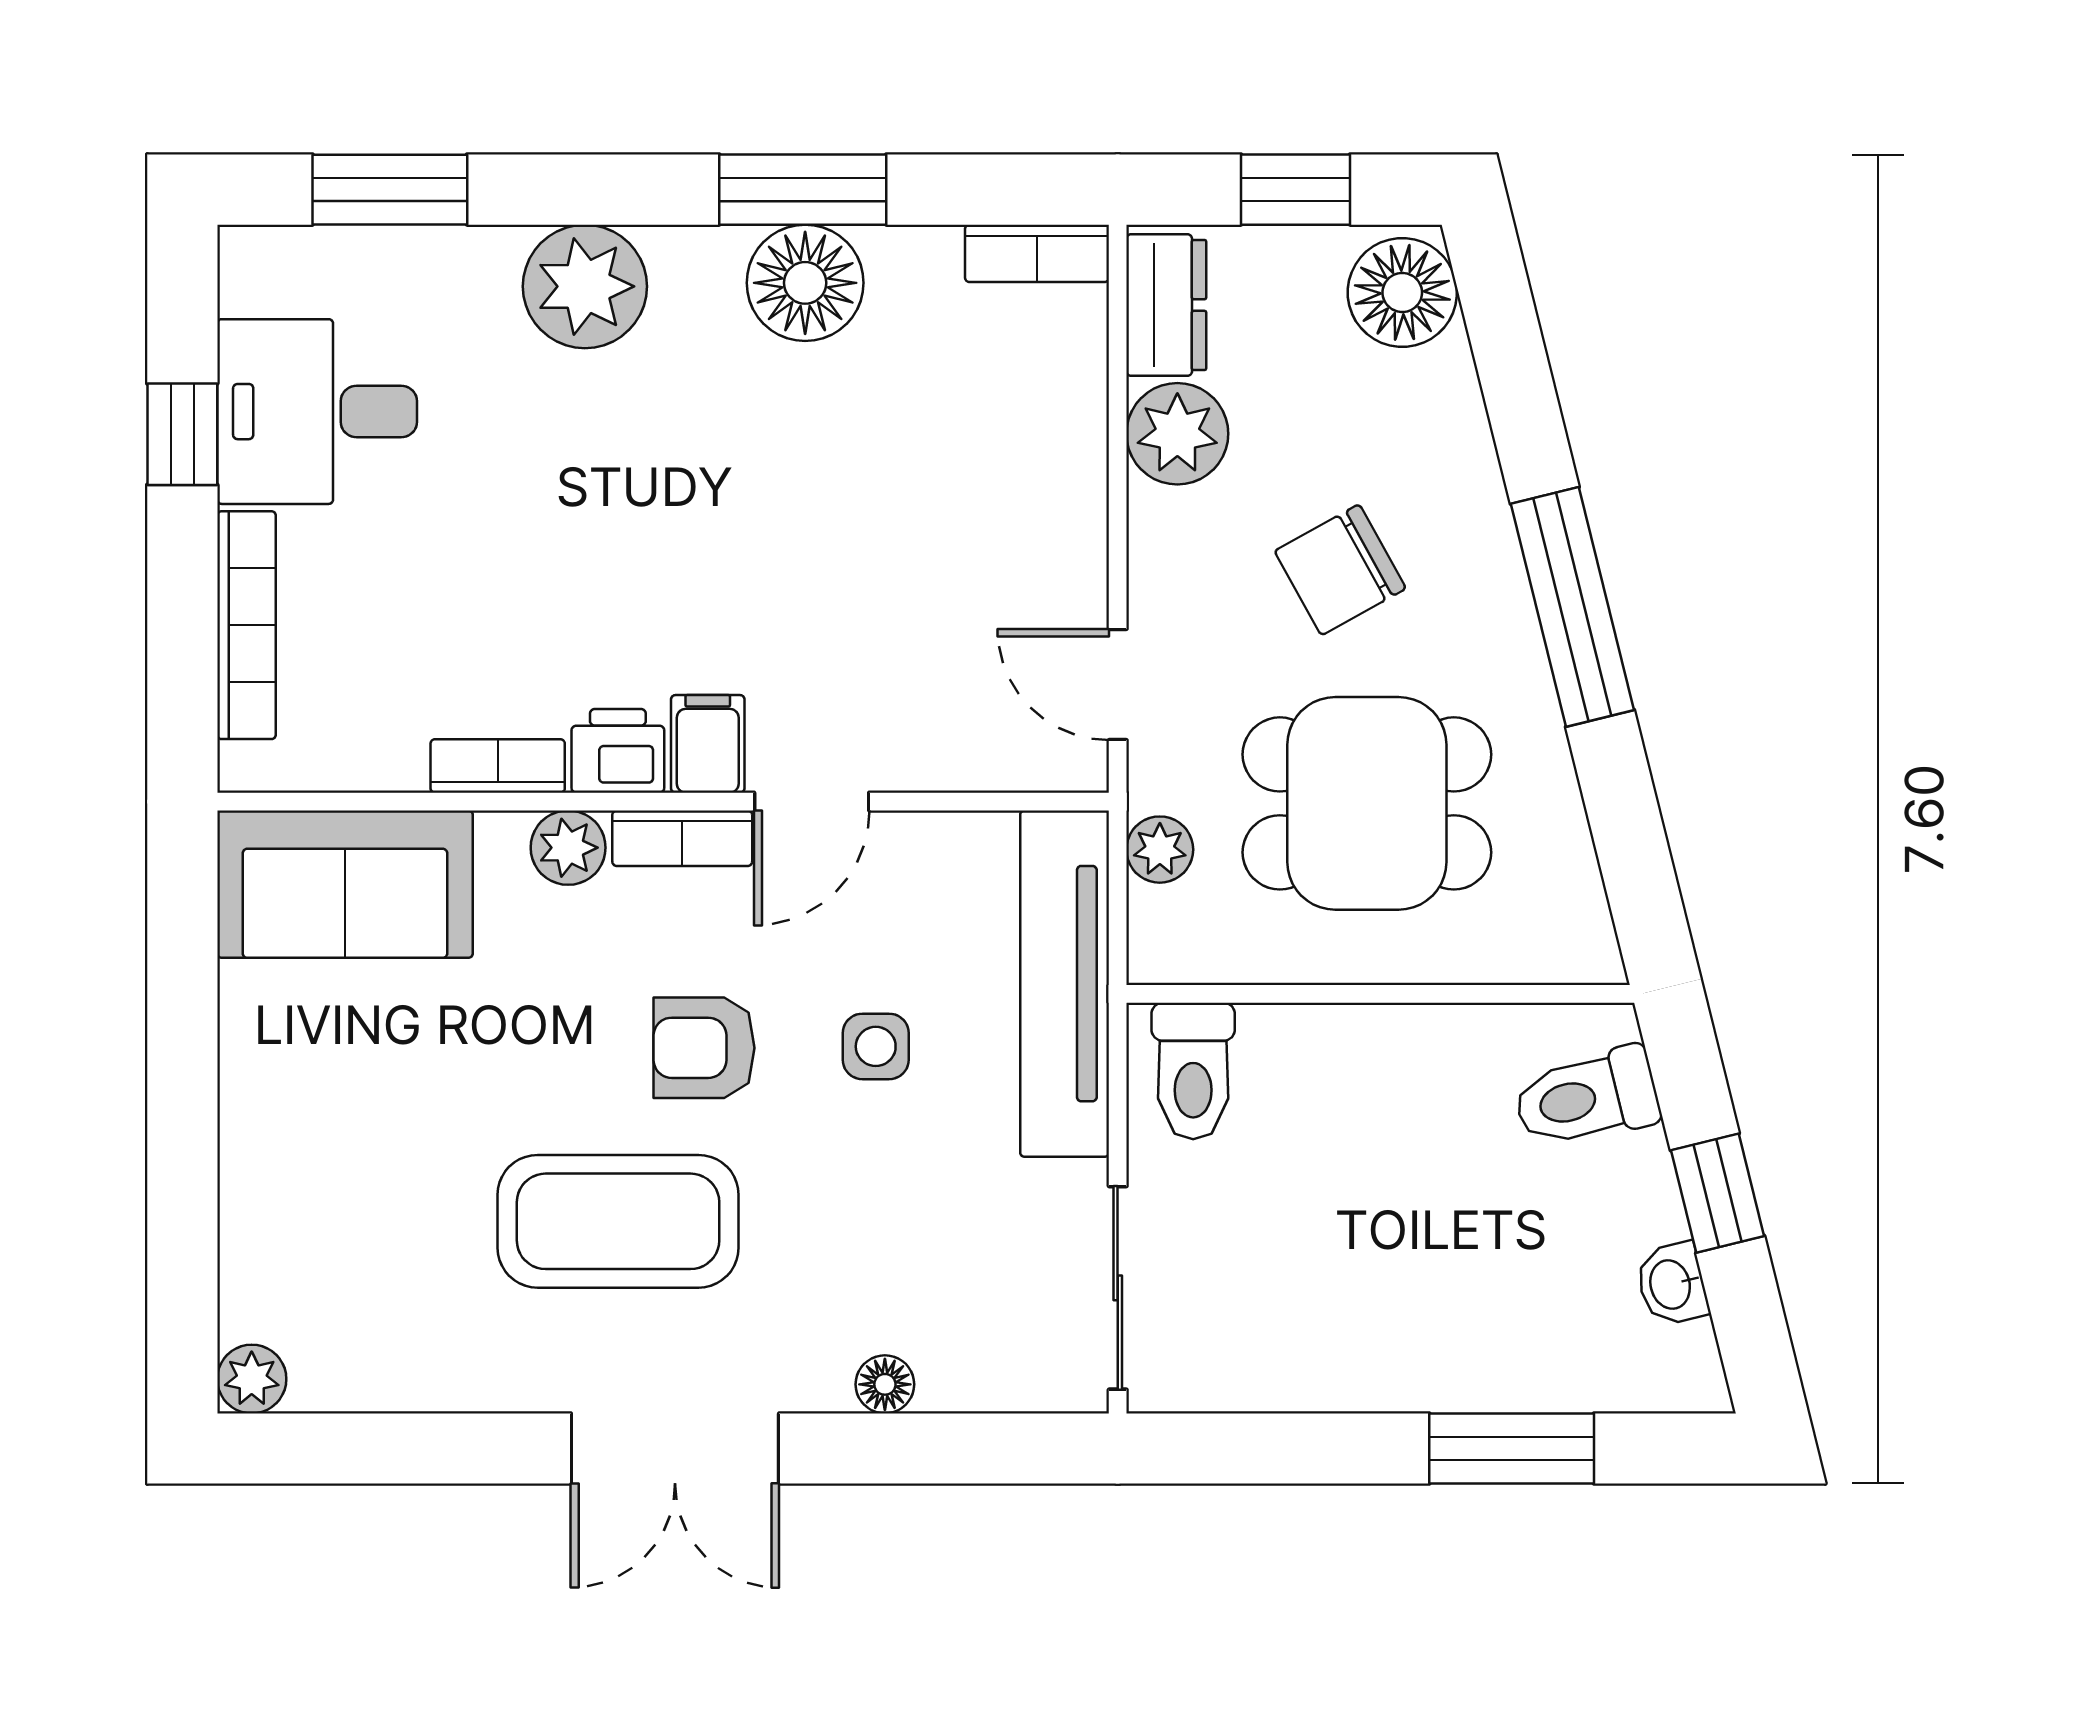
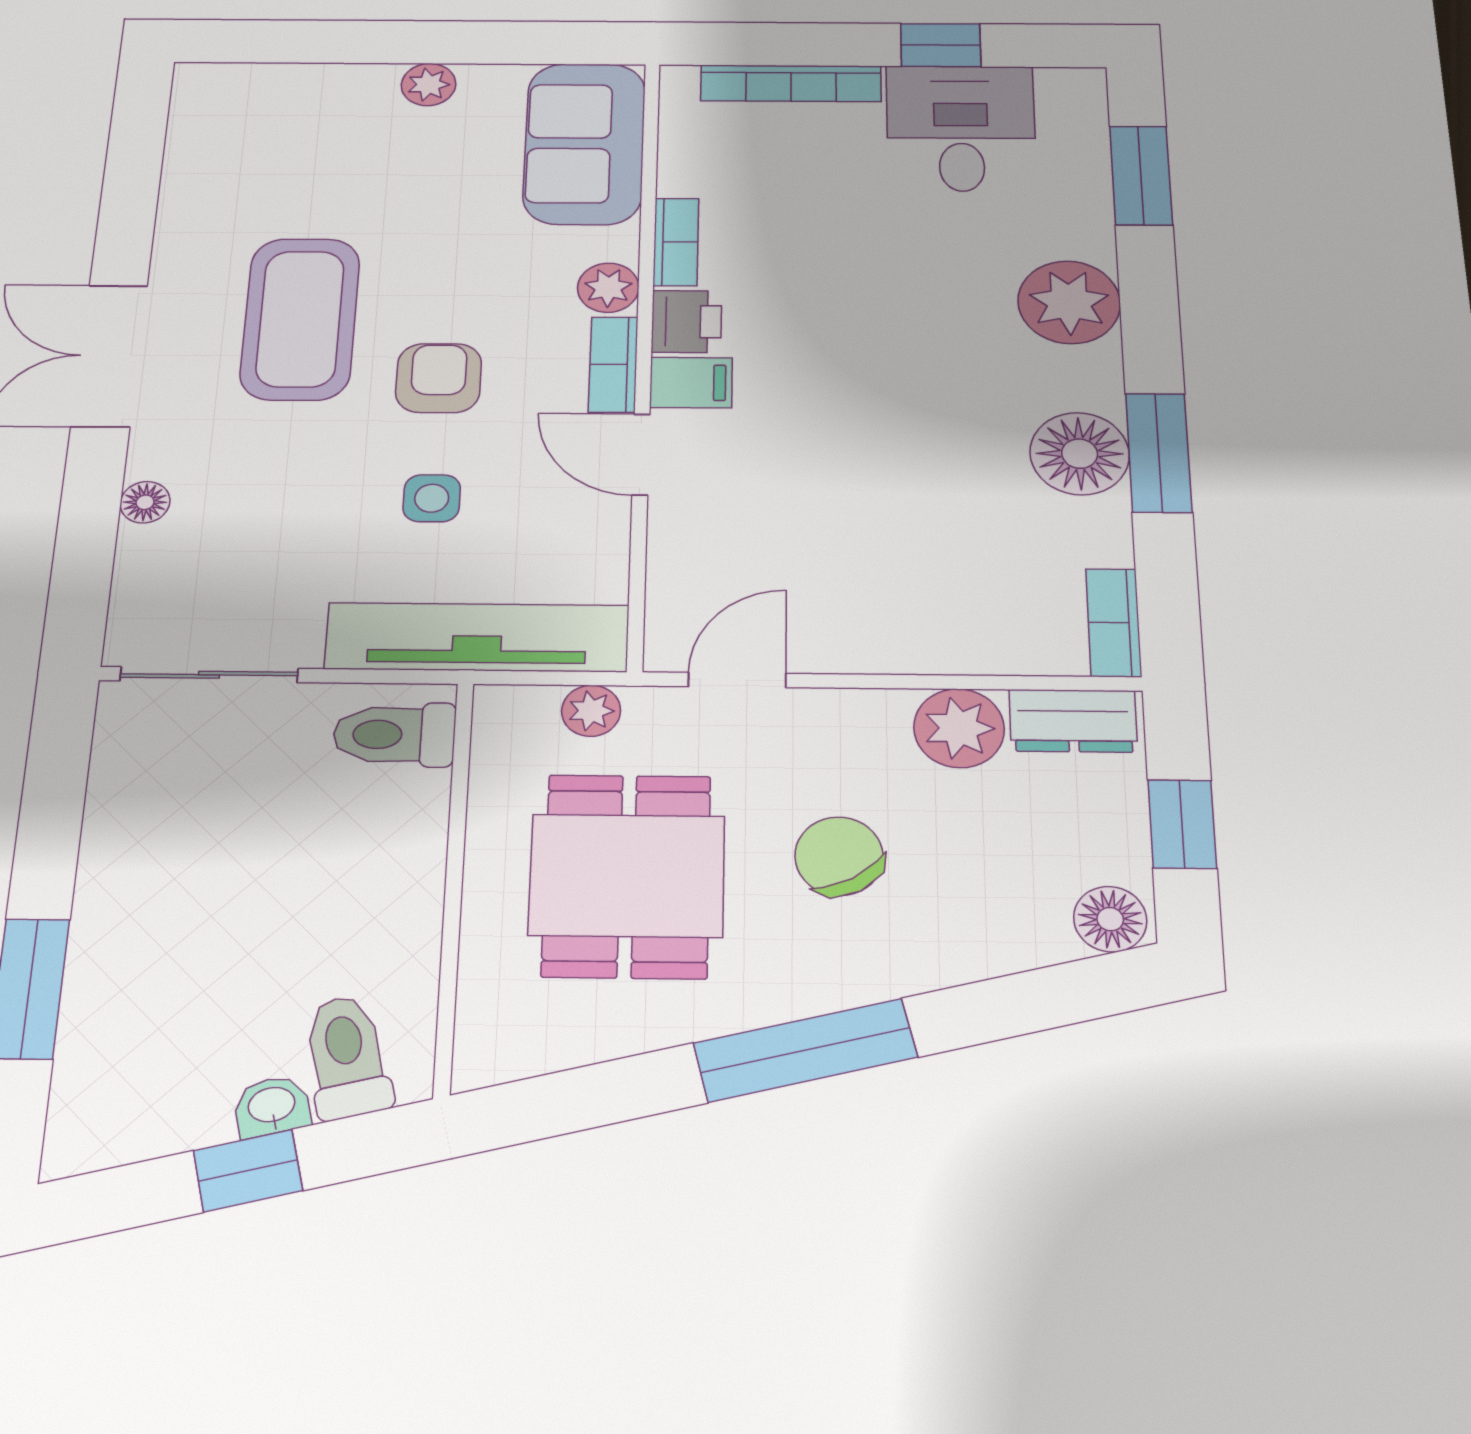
floor lamp: (1402, 292) -> (1110, 919), width x0.73, depth x0.73
washbasin: (1672, 1284) -> (272, 1106), moved
plant: (252, 1379) -> (428, 85), moved

